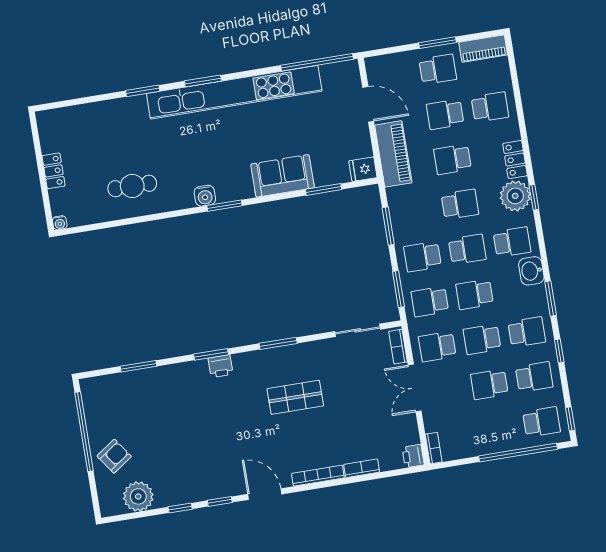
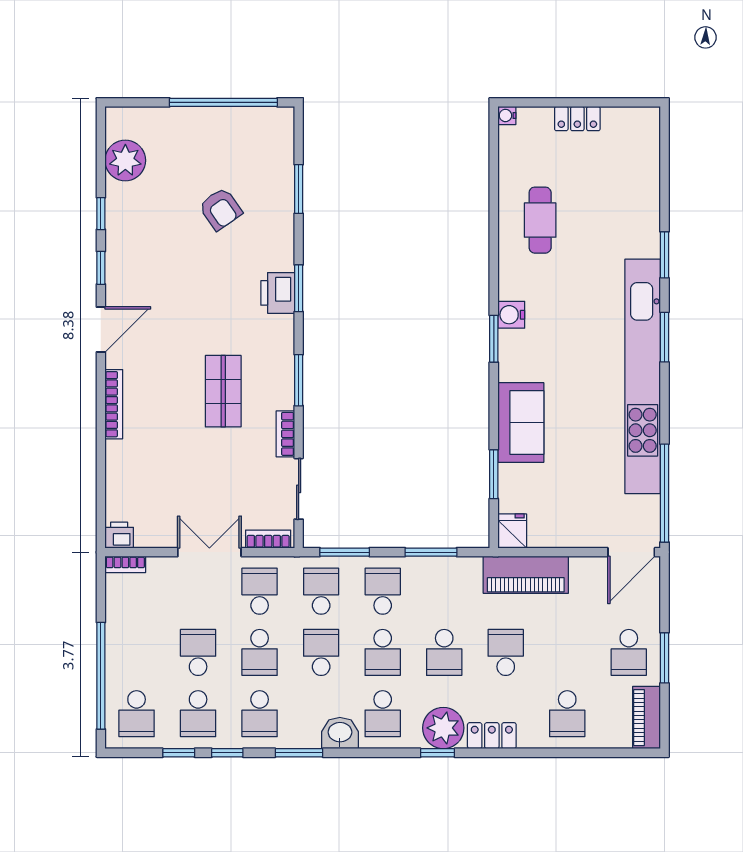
door: (368, 104) -> (631, 552), moved
school desk: (445, 114) -> (567, 652), removed
school desk: (482, 339) -> (260, 652), turned 180
printer: (220, 366) -> (278, 293), width x1.36, depth x1.24
window: (570, 419) -> (179, 753), moved
armchair: (114, 456) -> (221, 209), moved
bookcase: (362, 468) -> (285, 434), moved, turned 180

